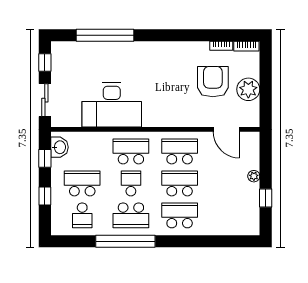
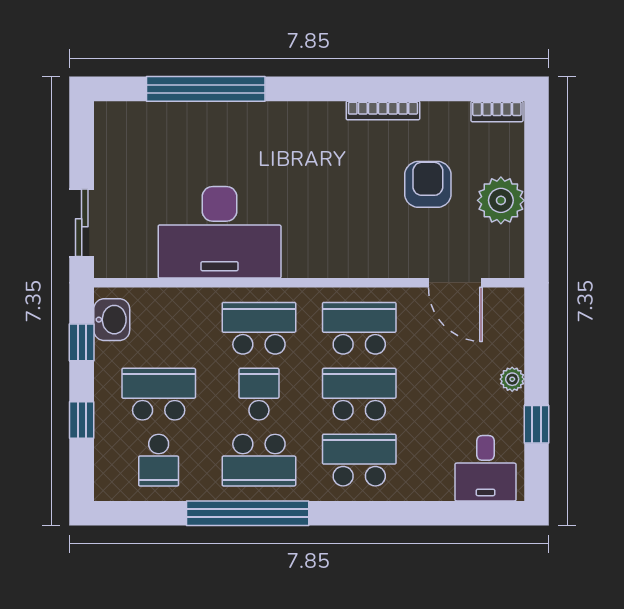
bookcase: (221, 46) -> (383, 110), moved, width x1.56
window: (45, 63) -> (82, 145), removed
armchair: (213, 82) -> (428, 184), width x0.73, depth x0.73
desk: (241, 219) -> (486, 468), added

